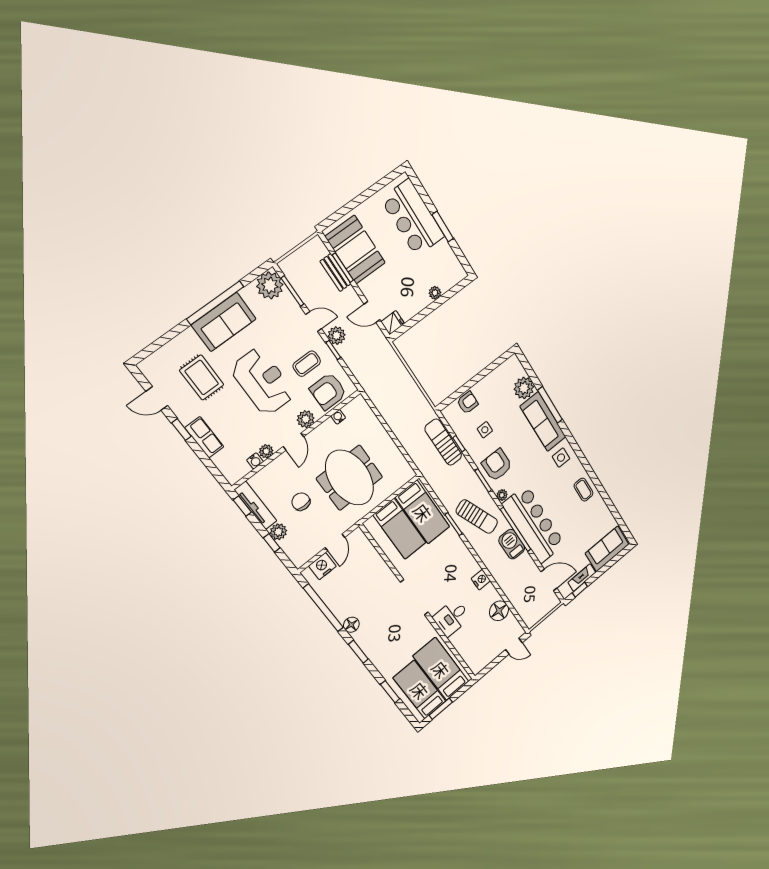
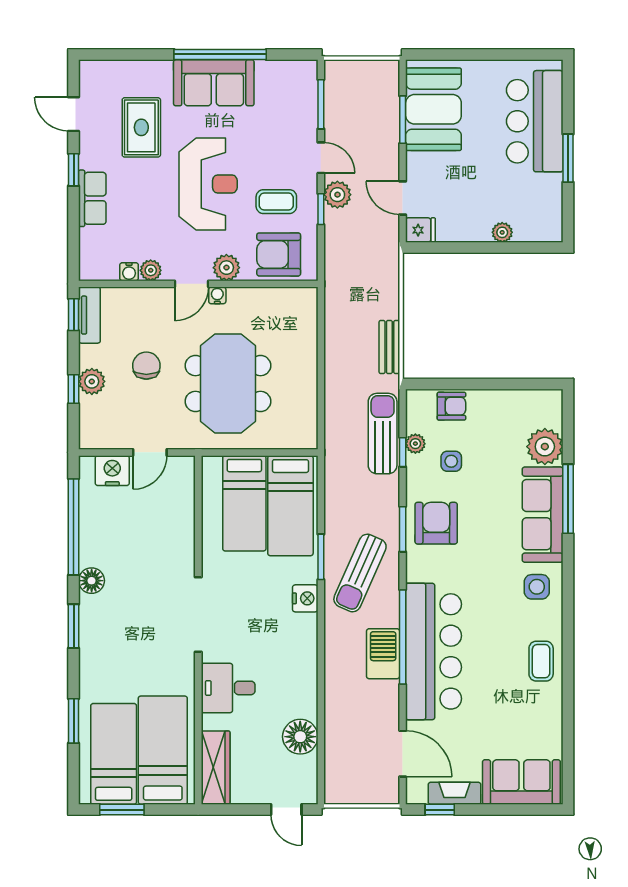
bench: (335, 273) -> (389, 347), moved
plant: (270, 285) -> (298, 79), removed
water cooler: (338, 417) -> (217, 295), moved
plant: (502, 495) -> (415, 444), moved
tv unit: (256, 505) -> (89, 315), width x0.71
sun lounger: (477, 517) -> (360, 573), turned 45
nightstand: (481, 580) -> (305, 598), moved
wardrobe: (470, 656) -> (216, 768), added

